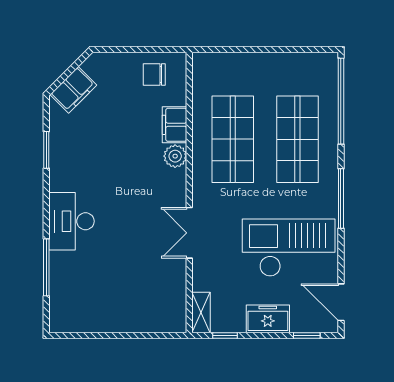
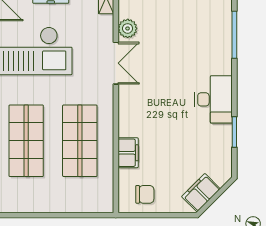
filing cabinet: (73, 90) -> (201, 193), moved
plant: (175, 156) -> (128, 28), moved
desk: (71, 221) -> (213, 99), moved

